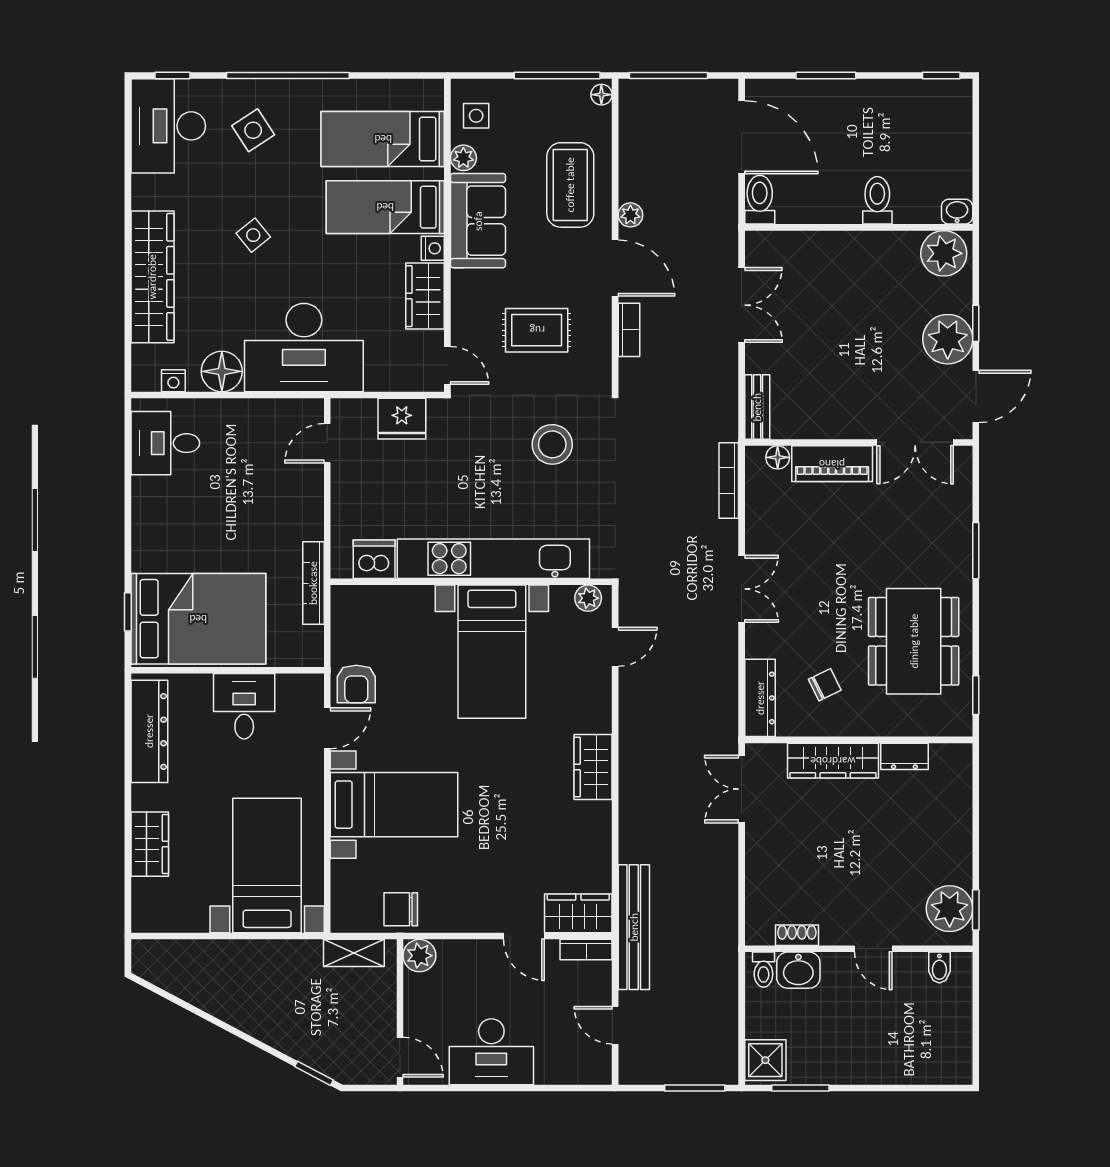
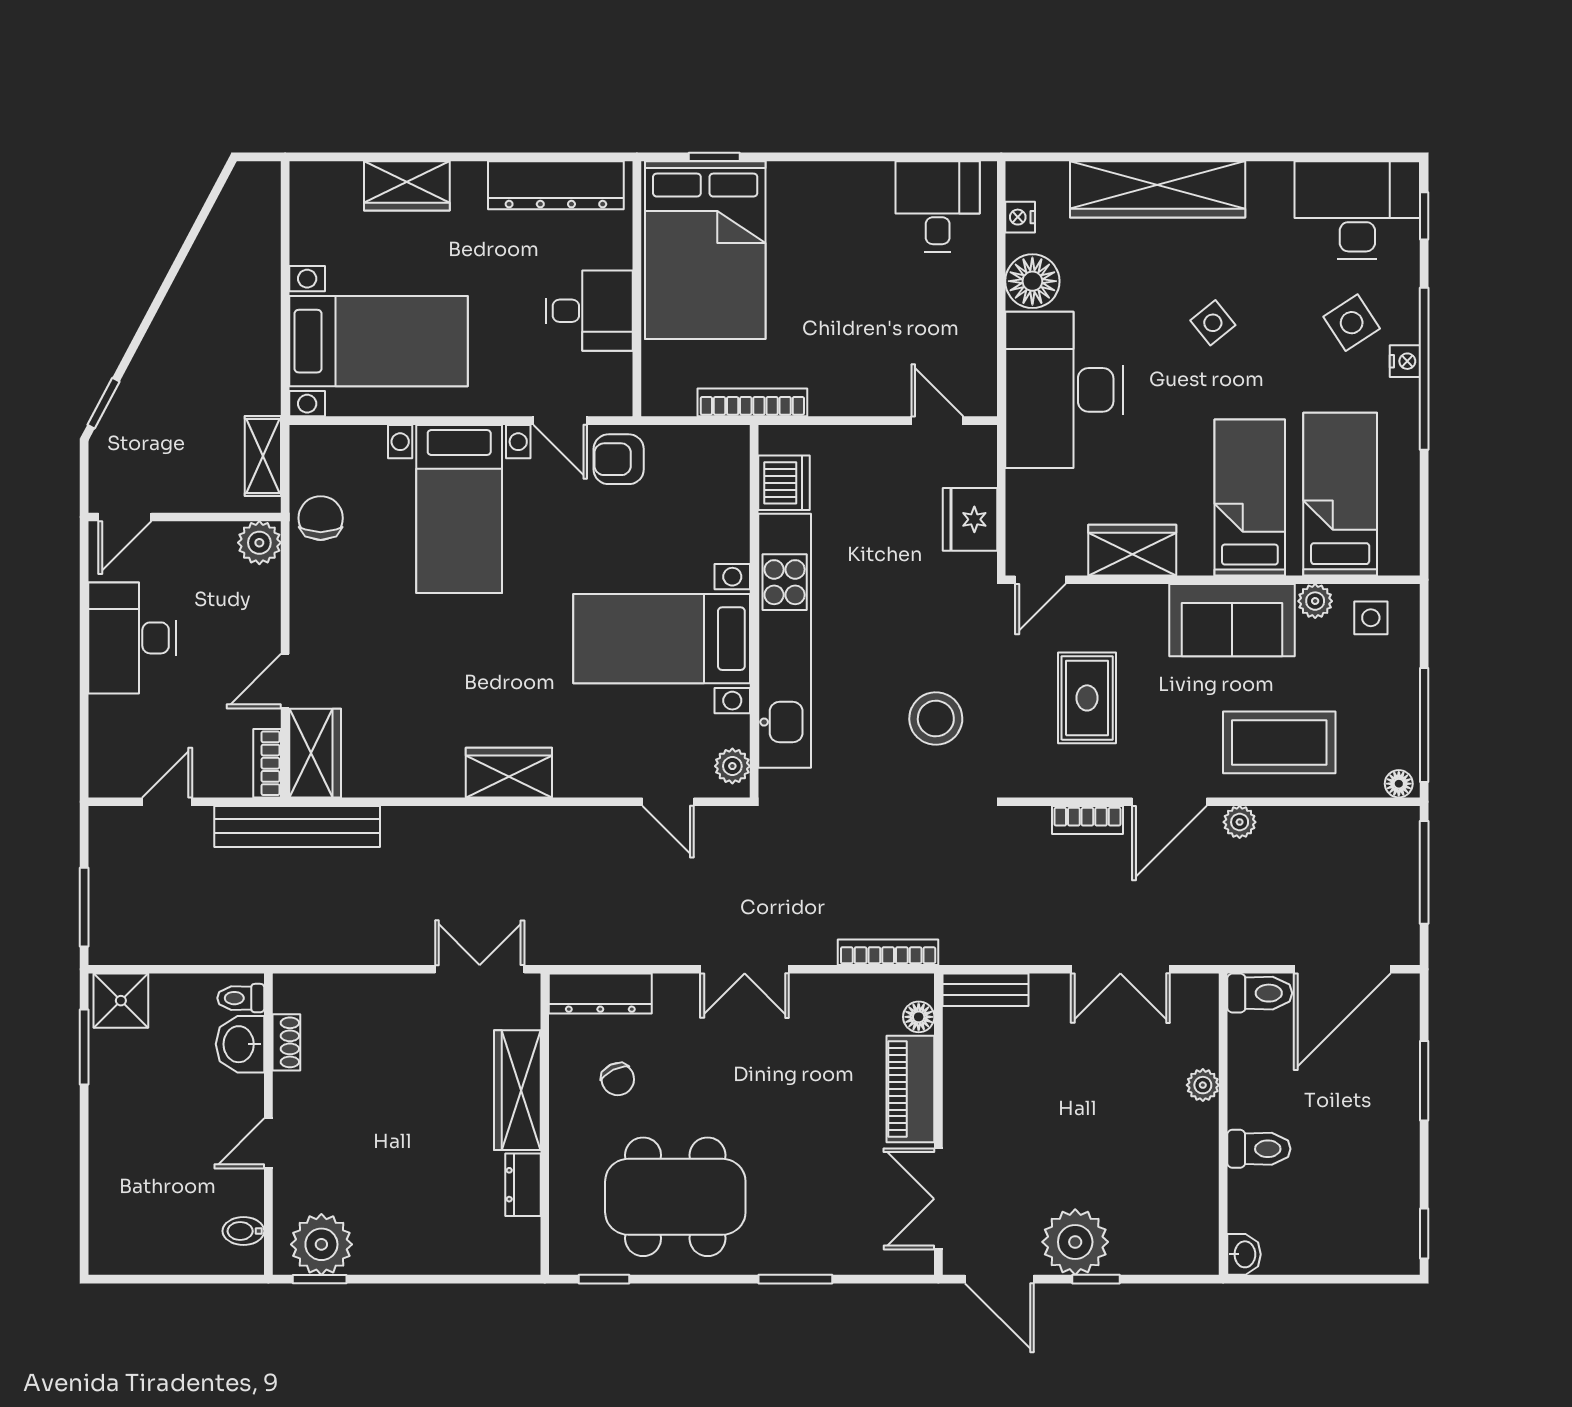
nightstand: (433, 248) -> (1405, 361), moved, turned -90
plant: (944, 253) -> (1203, 1085), moved, width x0.53, depth x0.53

